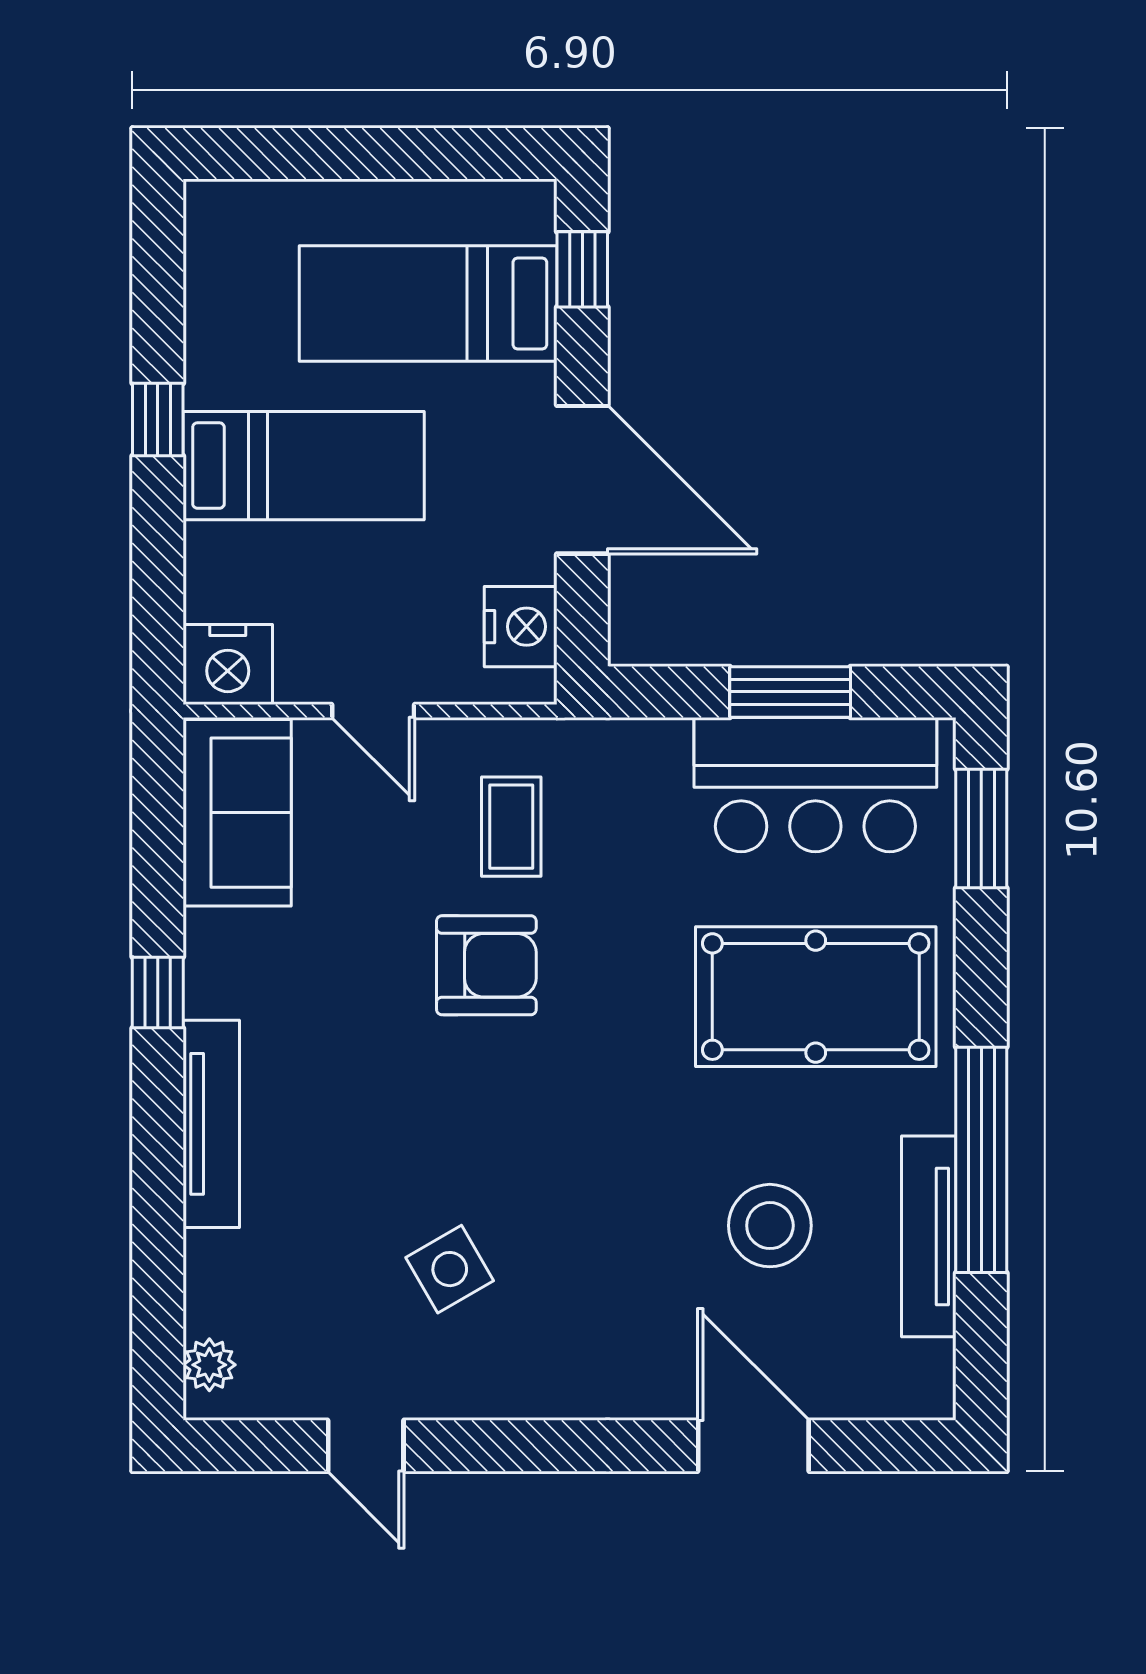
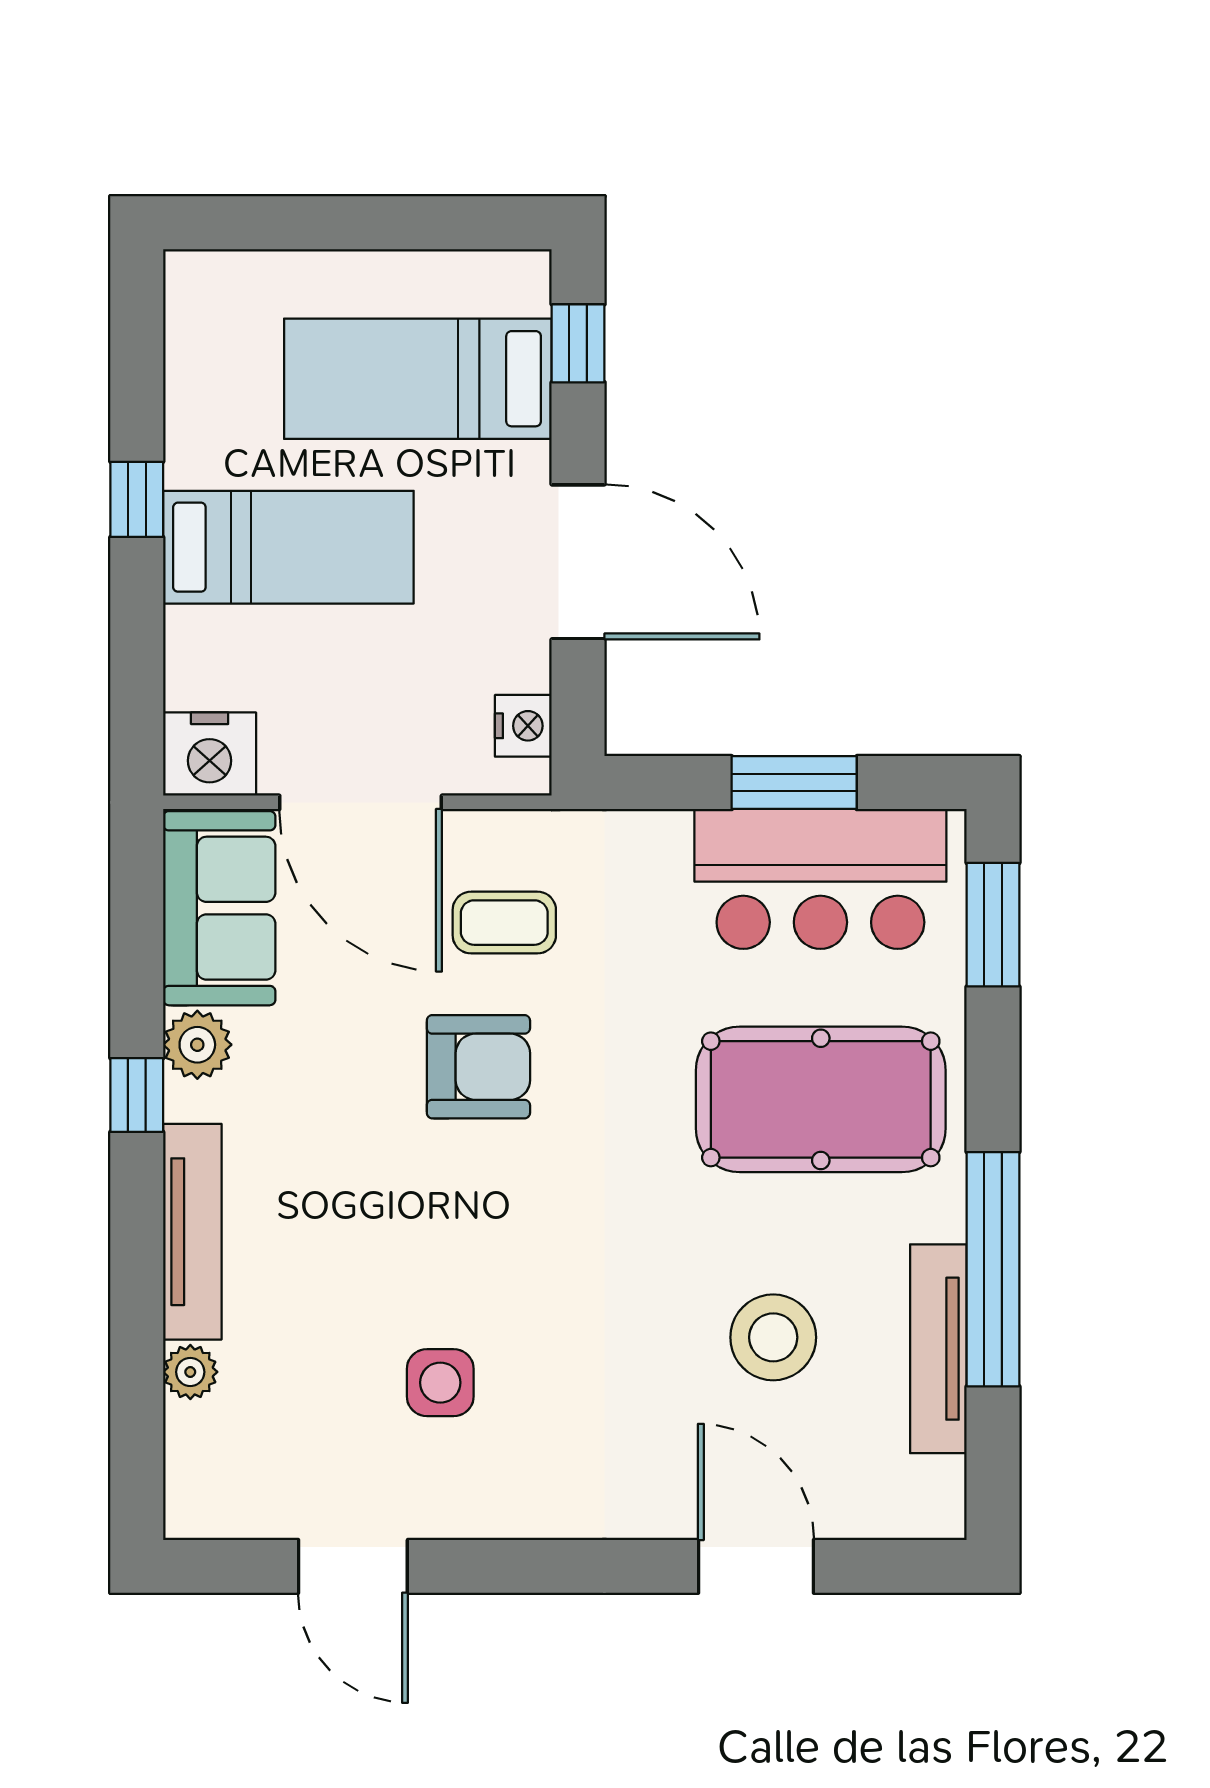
nightstand: (521, 627) -> (523, 726), width x0.74, depth x0.75
door: (373, 711) -> (361, 802), width x1.87
coffee table: (511, 827) -> (504, 923), turned 90
plant: (216, 944) -> (197, 1045), added
side table: (450, 1269) -> (440, 1383), turned 30
plant: (209, 1365) -> (190, 1372), moved
door: (366, 1446) -> (353, 1566), width x1.38

